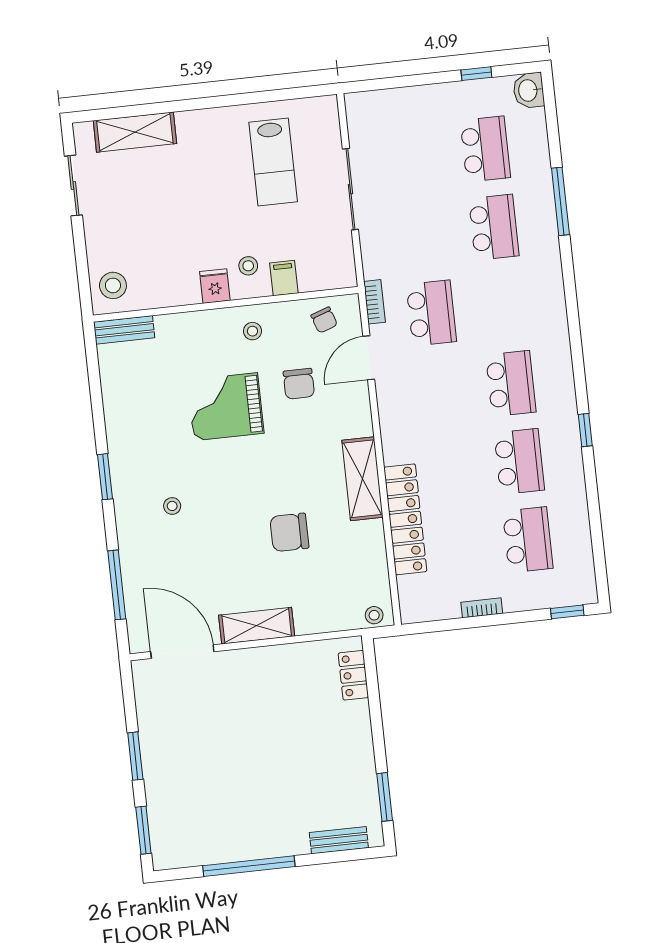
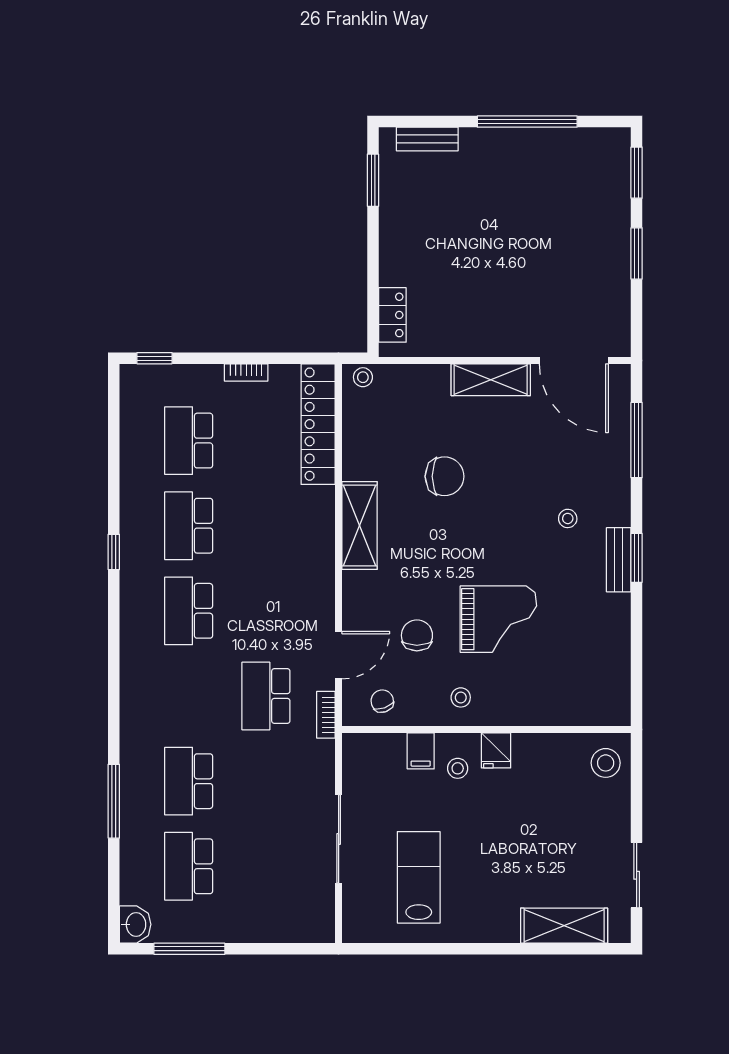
window: (476, 74) -> (189, 949), width x2.17
bench: (124, 330) -> (619, 560), moved, turned 90
locker: (405, 519) -> (318, 424), moved

